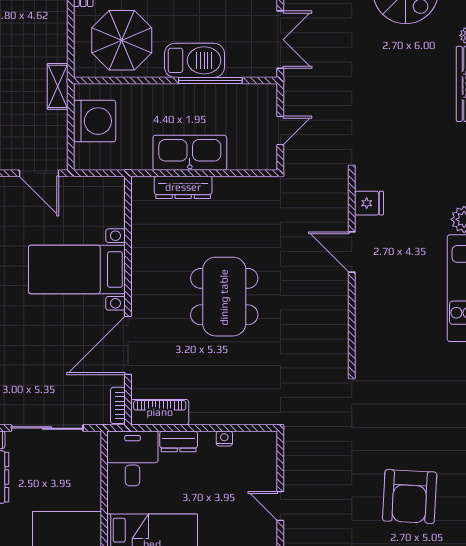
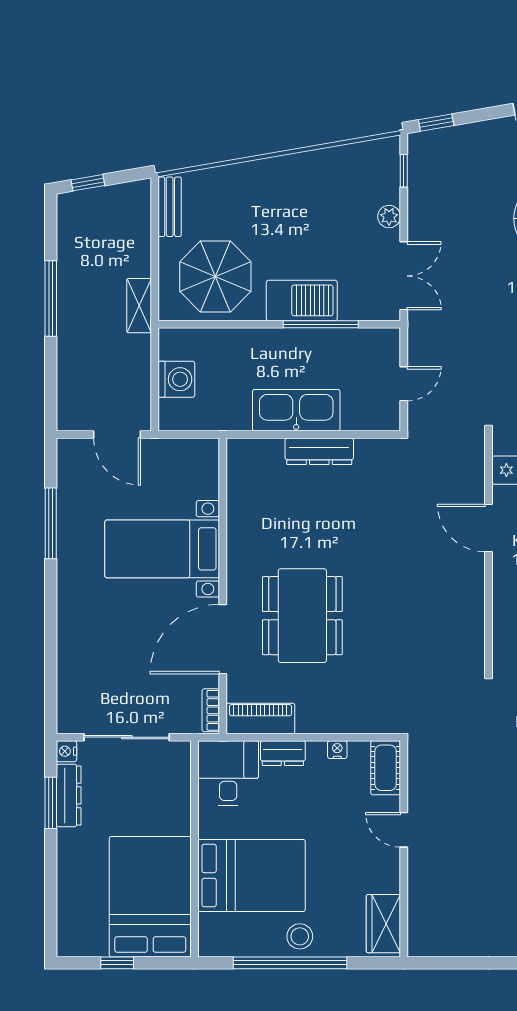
shelving: (58, 86) -> (139, 306), moved
washing machine: (95, 121) -> (176, 379), width x0.73, depth x0.73
dresser: (183, 187) -> (319, 451), moved
dining table: (224, 297) -> (302, 616), moved
cot: (265, 454) -> (386, 768), added

